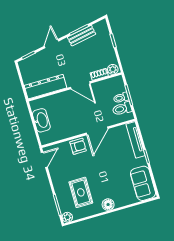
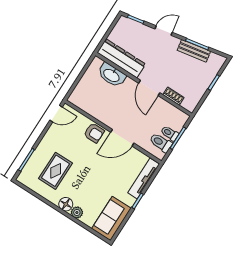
plant: (113, 69) -> (188, 104), removed
washbasin: (41, 120) -> (112, 75), moved, turned 90
plant: (67, 217) -> (77, 212), moved

